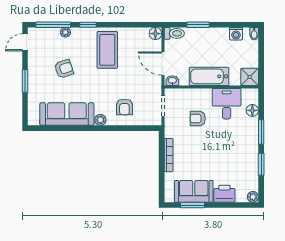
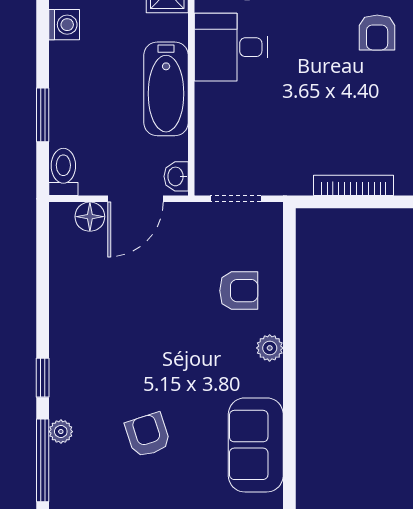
floor lamp: (155, 34) -> (90, 217), moved
coffee table: (107, 50) -> (103, 332), removed
sofa: (67, 114) -> (256, 445), width x0.73
armchair: (198, 119) -> (377, 32), moved

